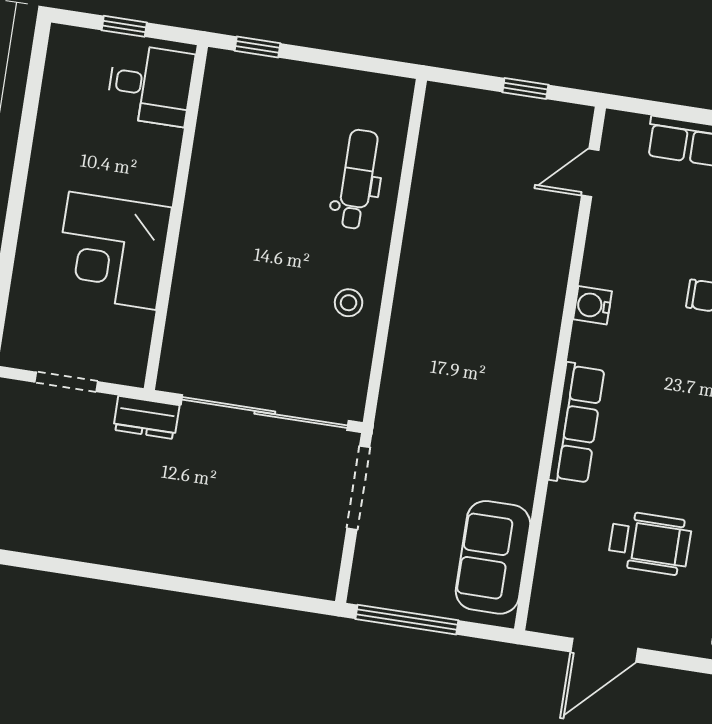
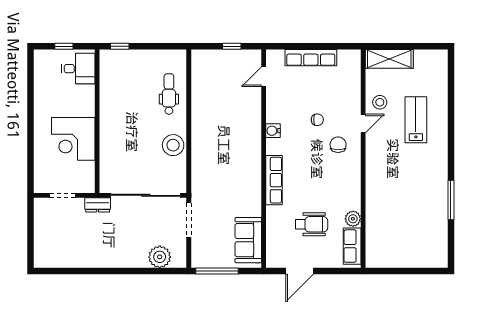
stool: (349, 303) -> (173, 145), width x1.89, depth x1.89
plant: (275, 565) -> (160, 257), added

